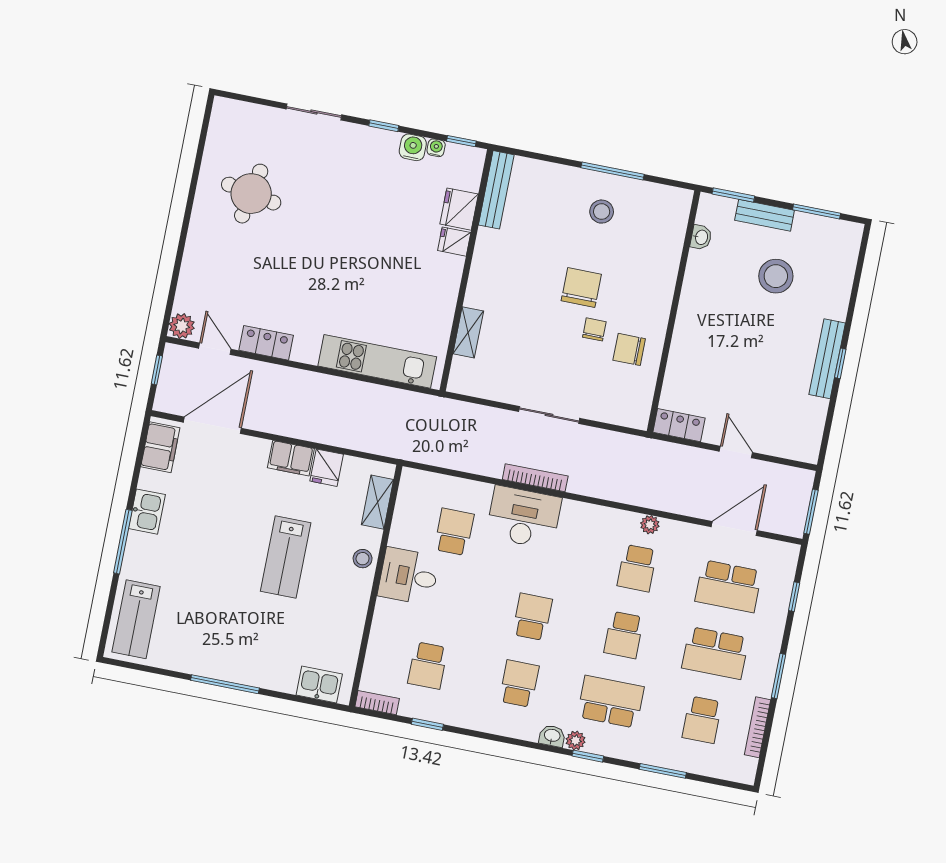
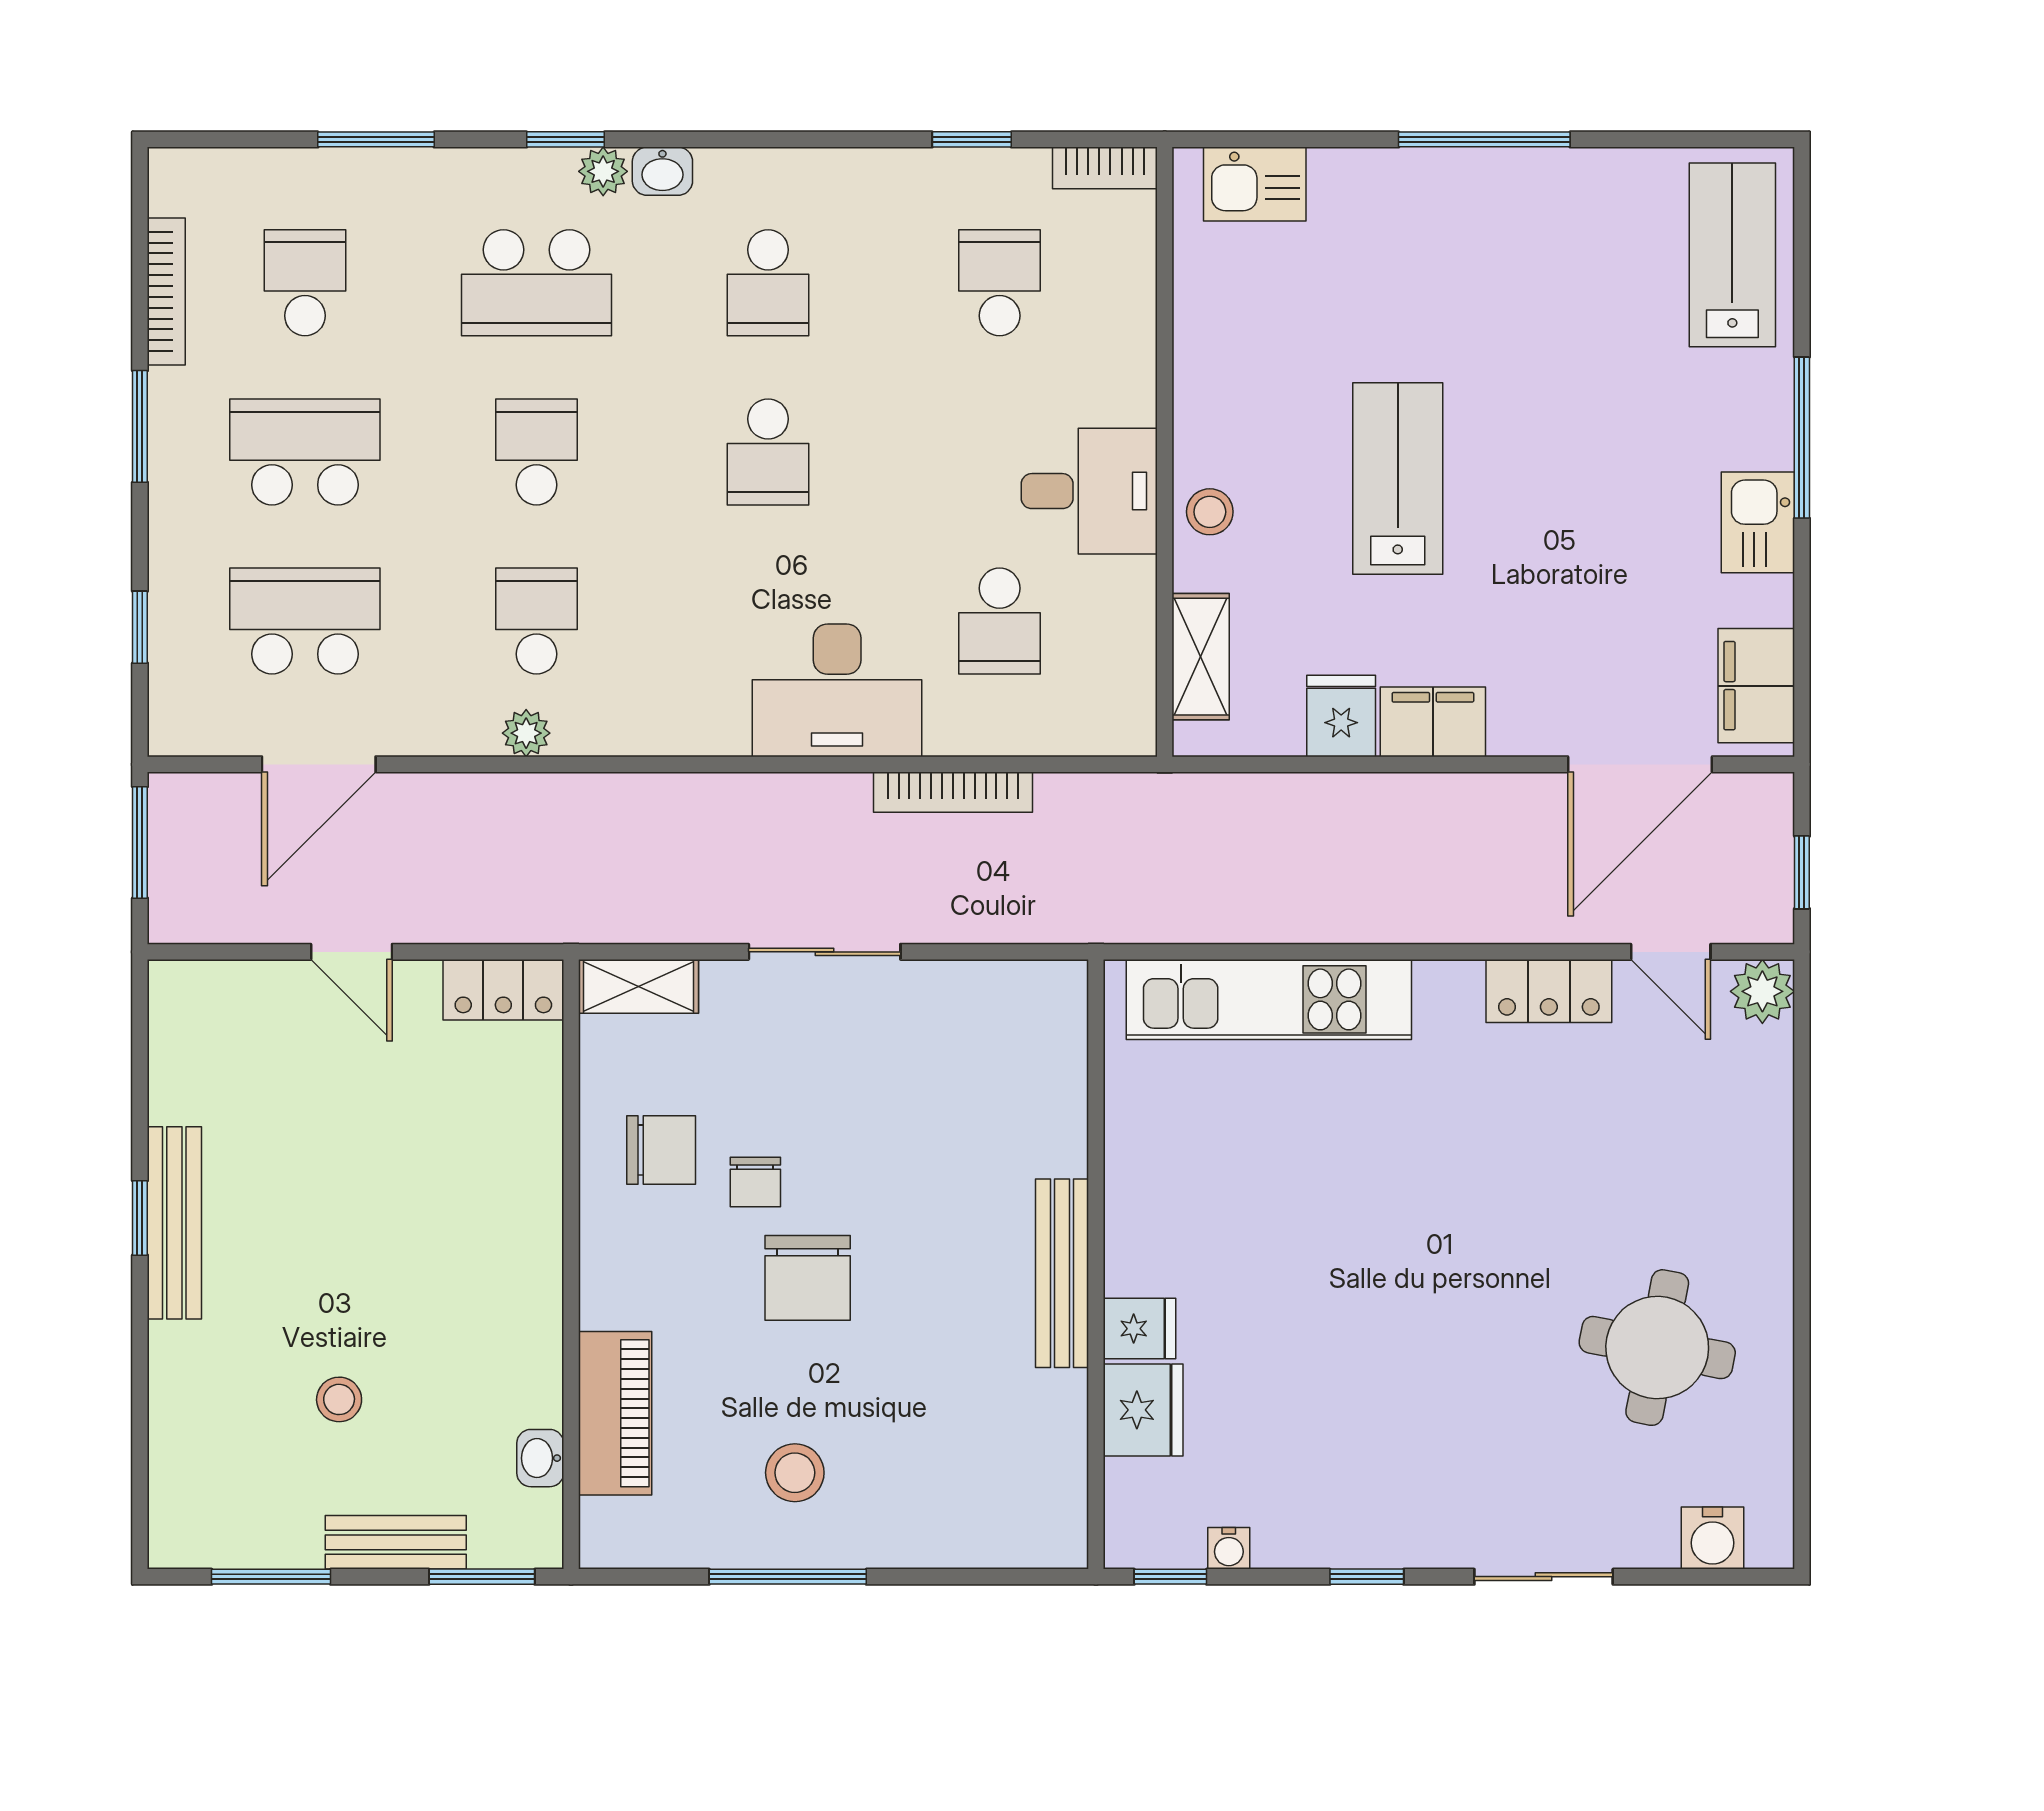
water cooler: (413, 147) -> (1713, 1538), moved
bench: (496, 190) -> (1062, 1273), moved
piano: (668, 249) -> (615, 1413), added
stool: (776, 276) -> (339, 1399), width x0.53, depth x0.53
shelving: (468, 332) -> (638, 986), moved, turned 90
bookcase: (535, 478) -> (953, 792), moved

